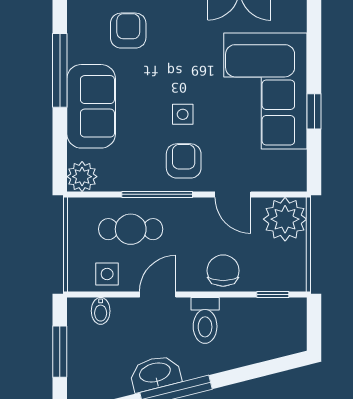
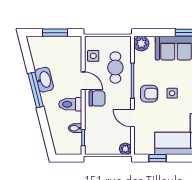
window: (314, 111) -> (157, 158), moved
door: (233, 194) -> (132, 118), hinge flipped
plant: (285, 219) -> (125, 149), width x0.53, depth x0.53
chair: (223, 271) -> (97, 98), moved
bidet: (101, 311) -> (75, 128), moved

